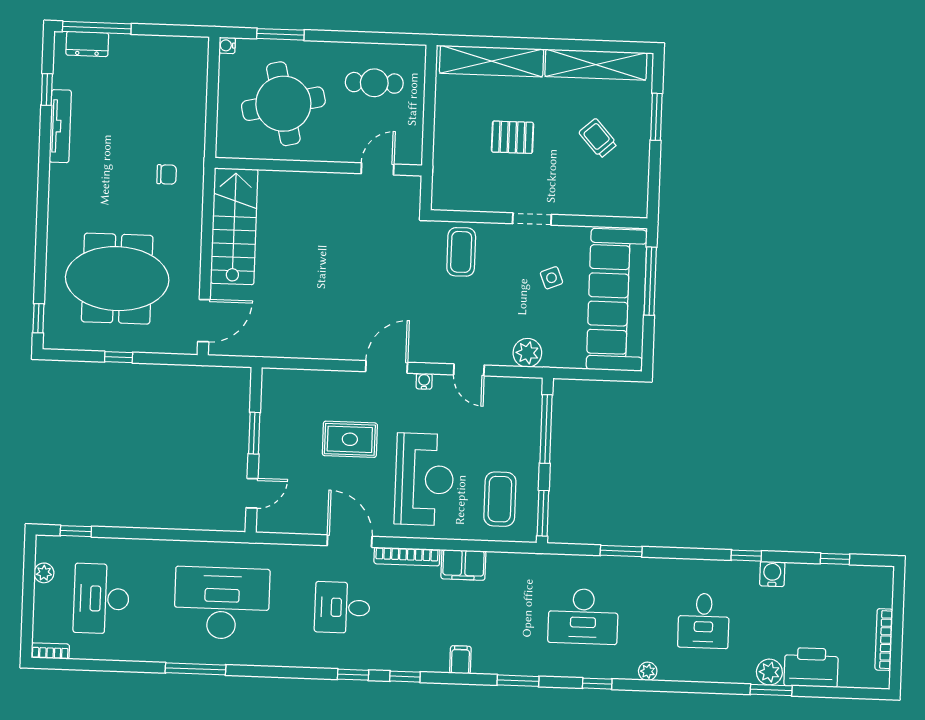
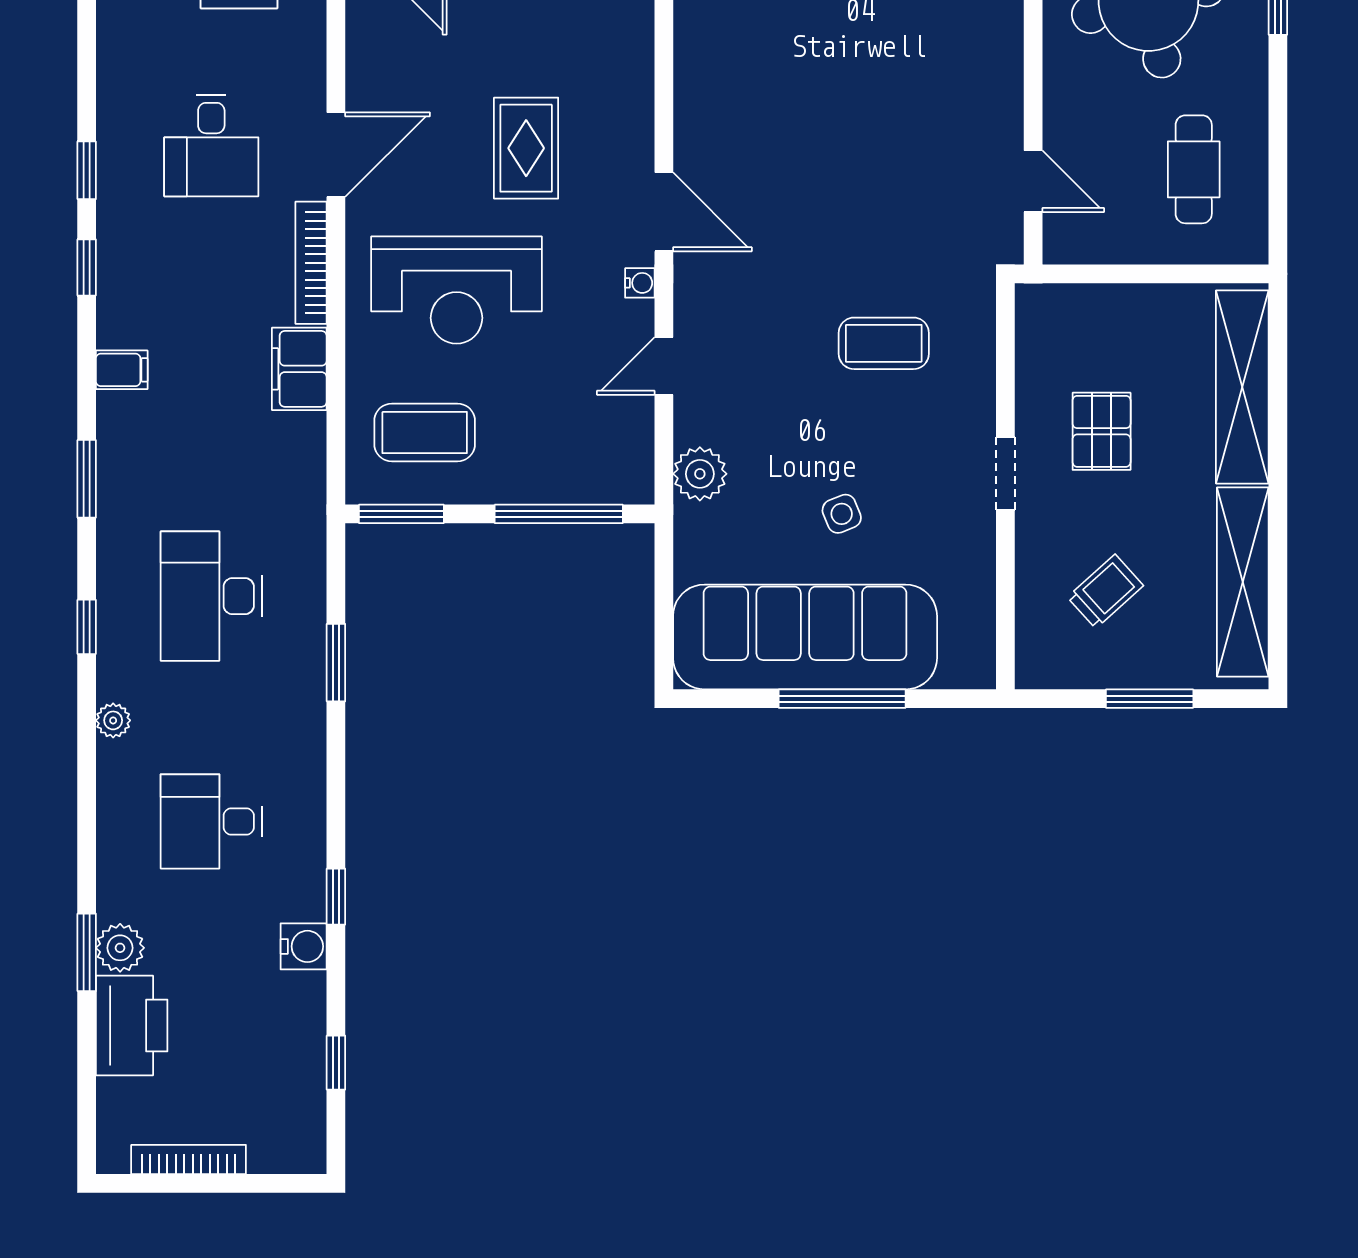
doorway: (532, 219) -> (1005, 473), moved
wall: (539, 219) -> (1005, 486), moved
desk: (342, 608) -> (211, 145), turned 180

